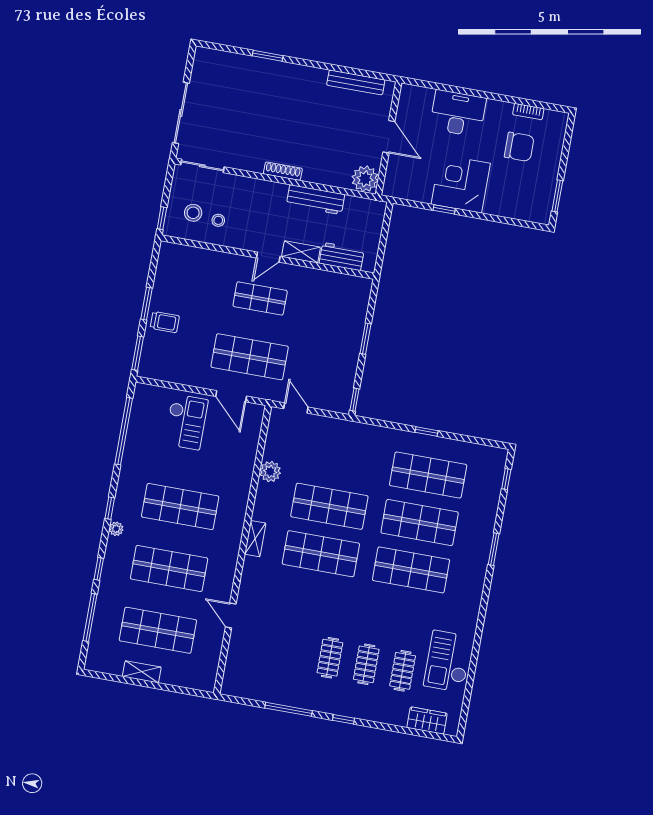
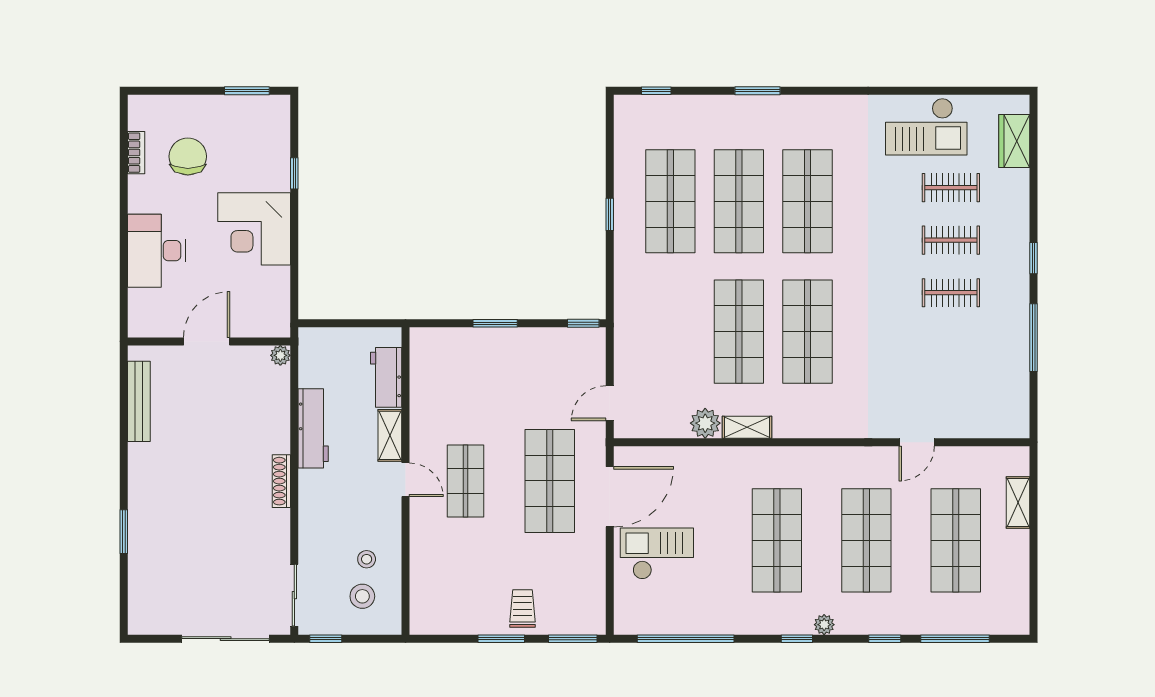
plant: (365, 179) -> (280, 355), width x0.53, depth x0.53
window: (444, 209) -> (294, 173), moved
window: (162, 218) -> (326, 639), moved
door: (231, 396) -> (610, 497), width x1.36
shelving: (255, 539) -> (747, 427), moved
shelving: (142, 672) -> (1018, 503), moved

